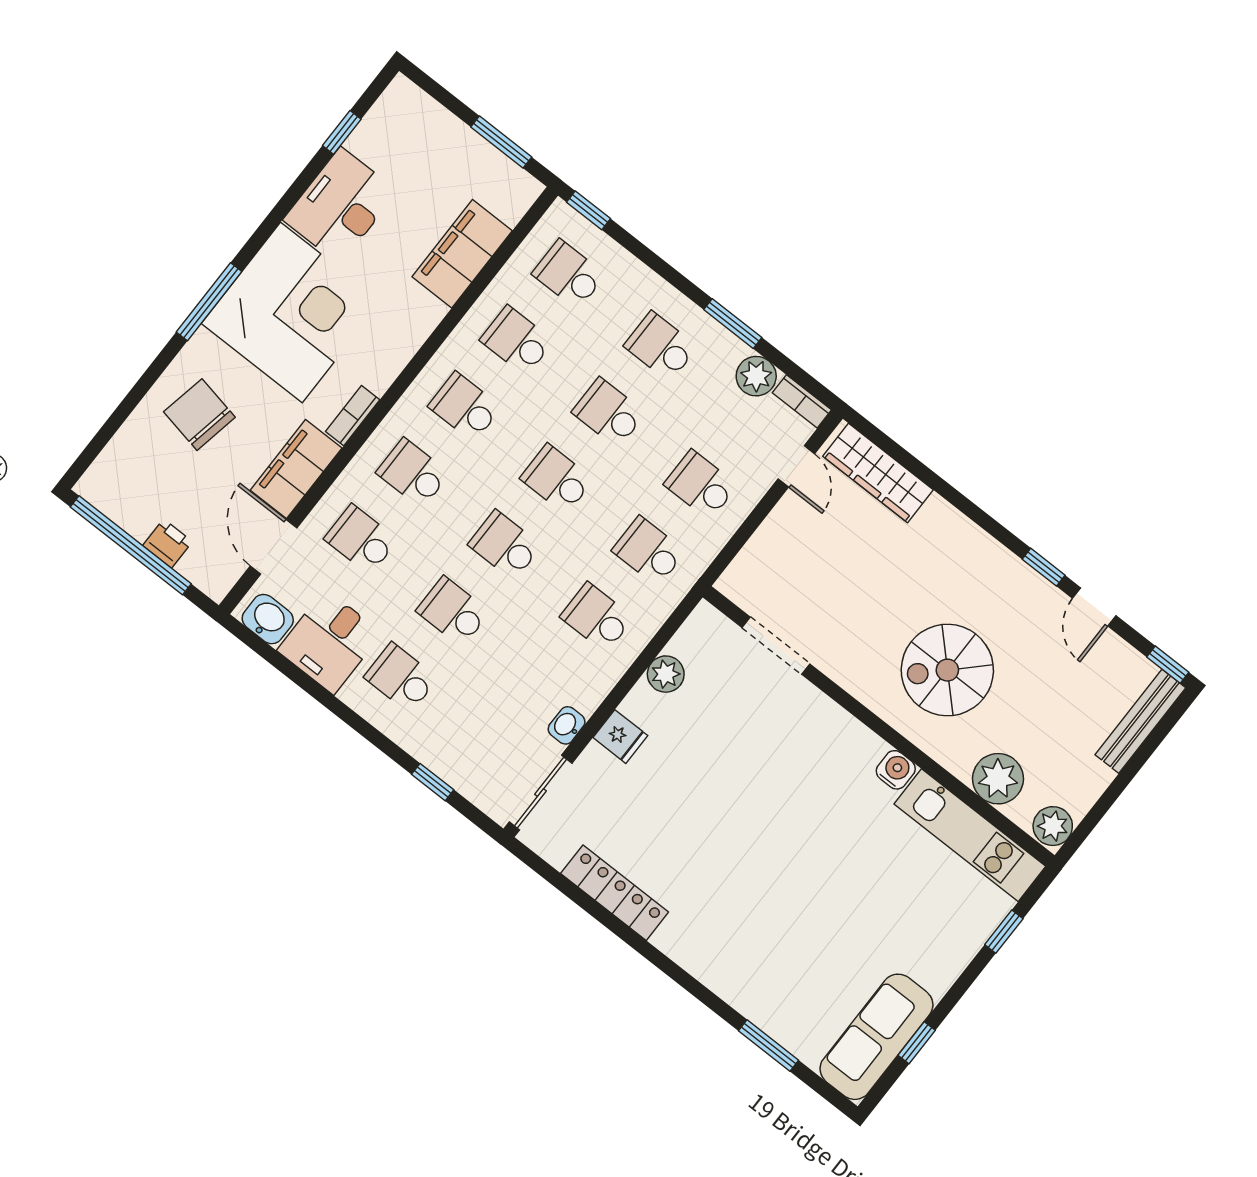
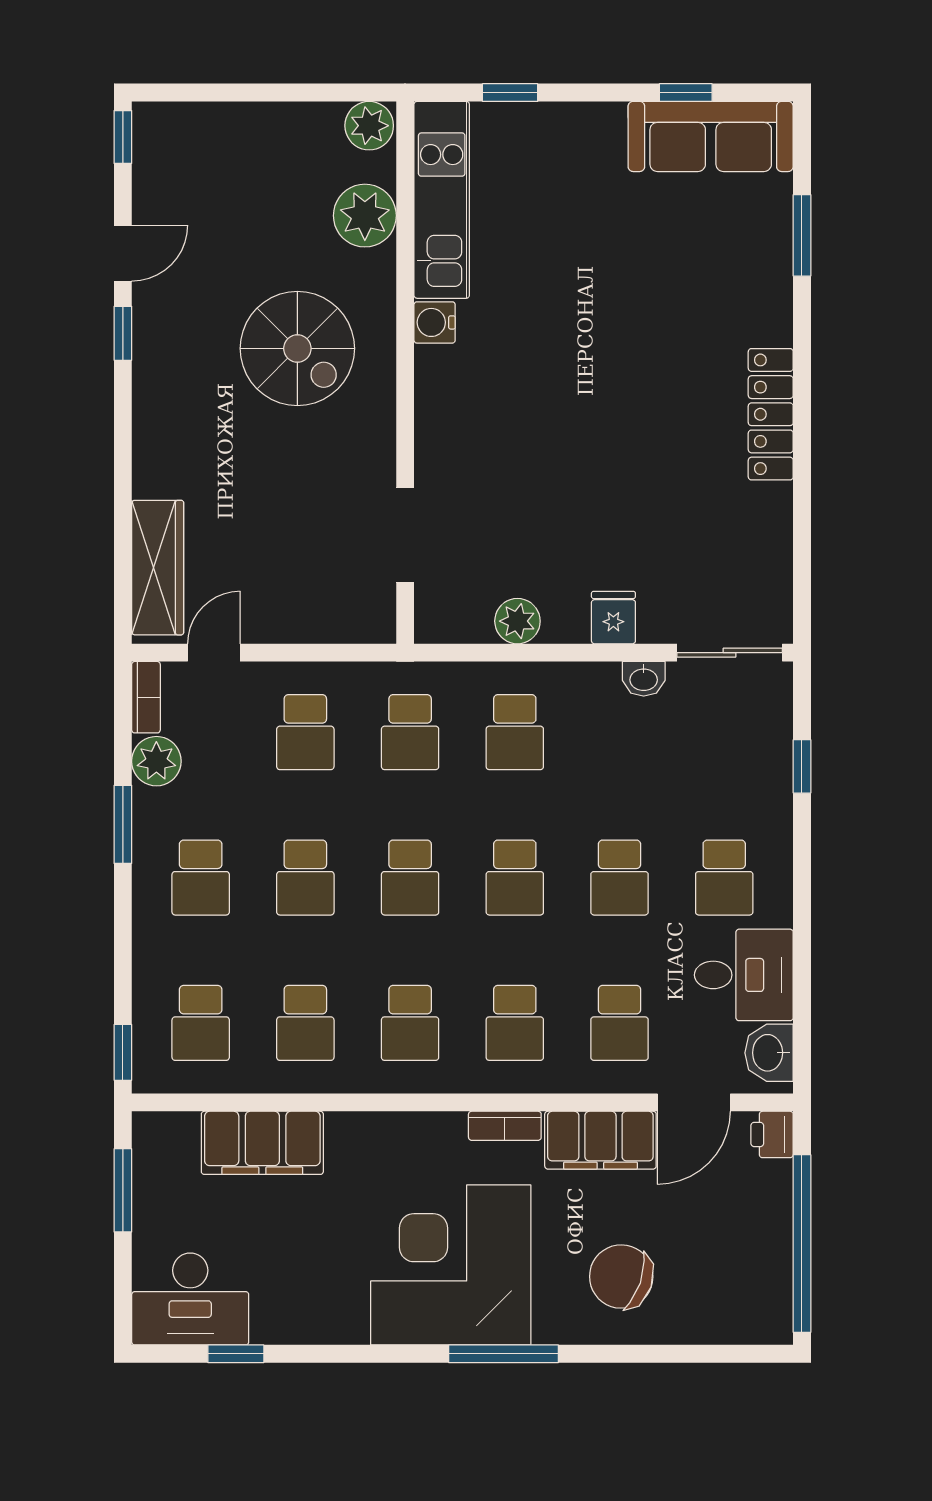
desk: (340, 206) -> (190, 1299), moved
chair: (199, 415) -> (621, 1277), turned 98
printer: (167, 544) -> (772, 1134), moved
bench: (1140, 721) -> (199, 120), removed
locker: (615, 893) -> (771, 414), moved

